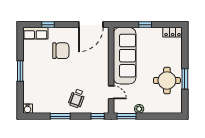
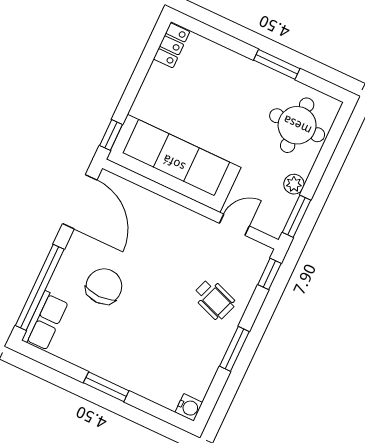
window: (48, 25) -> (40, 287), width x3.17
window: (145, 25) -> (111, 135), moved
round table: (167, 80) -> (297, 125), moved

